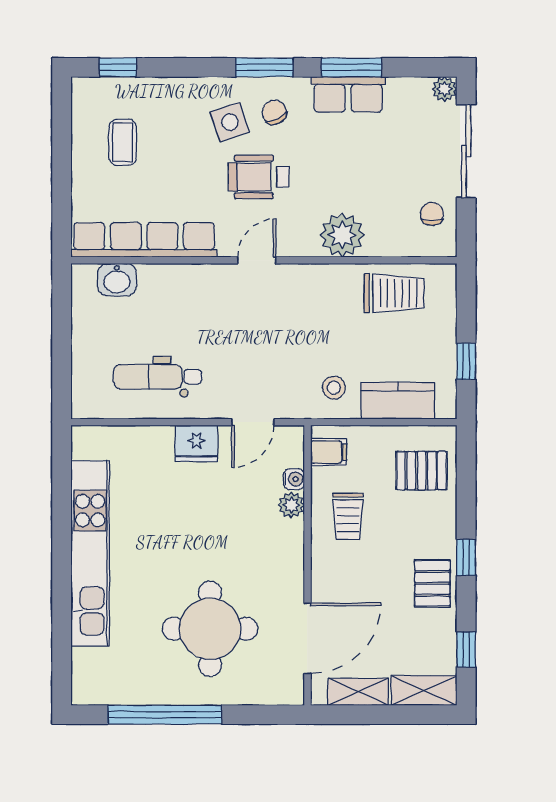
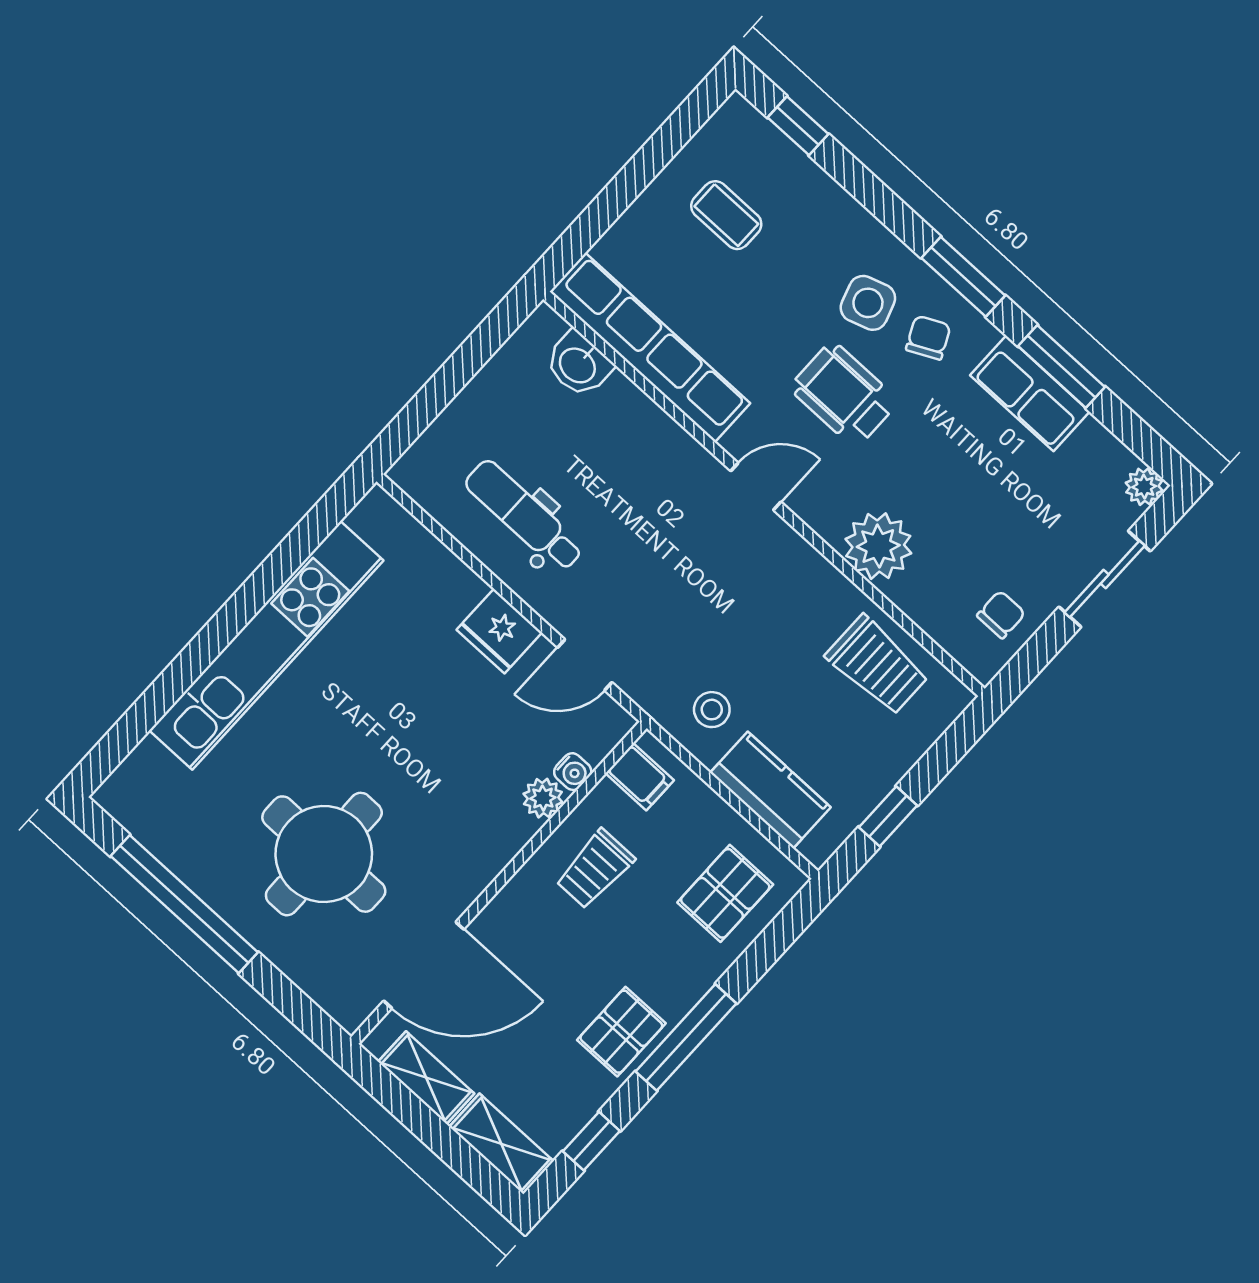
coffee table: (123, 142) -> (726, 215), turned 90
sliding door: (466, 151) -> (1105, 579), width x0.73
pallet: (422, 471) -> (725, 893), turned 90
window: (466, 558) -> (686, 1037), width x2.17

